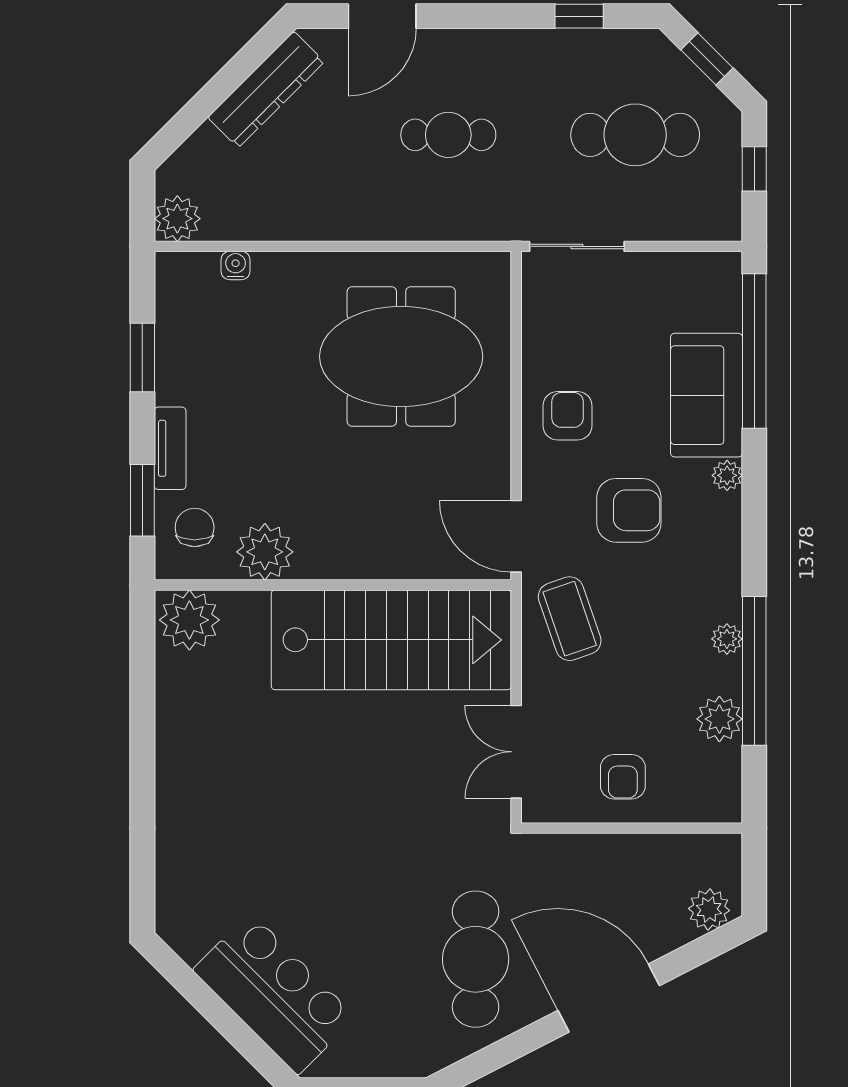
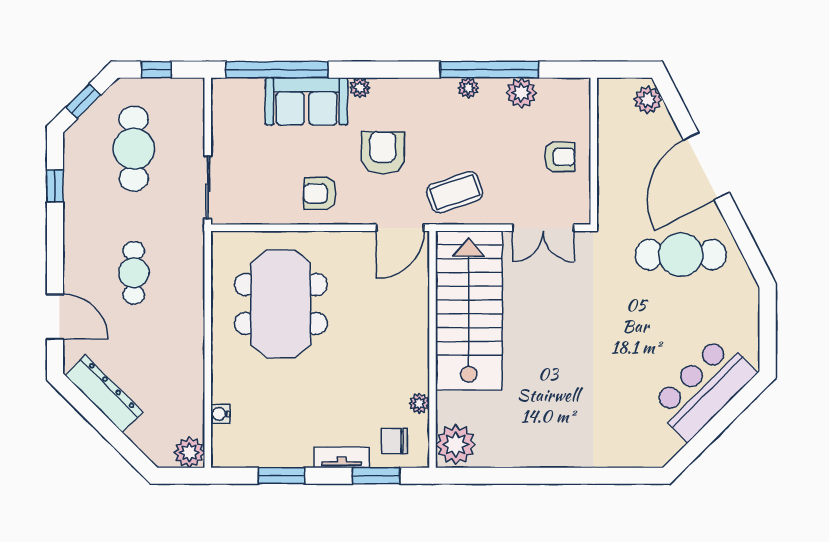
plant: (265, 552) -> (419, 403), width x0.53, depth x0.53

